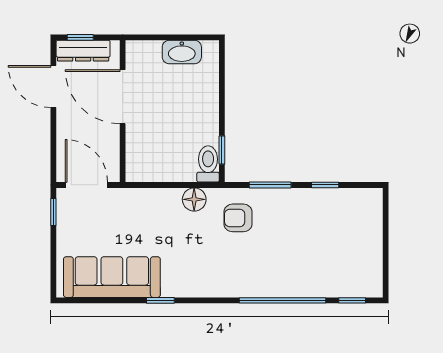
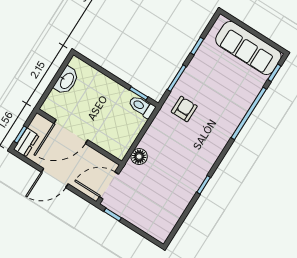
dresser: (83, 51) -> (26, 142), width x0.70
door: (53, 87) -> (55, 178), moved
floor lamp: (194, 199) -> (139, 157), moved
armchair: (238, 218) -> (184, 109), turned 180
sofa: (112, 277) -> (248, 48), moved, turned -90

